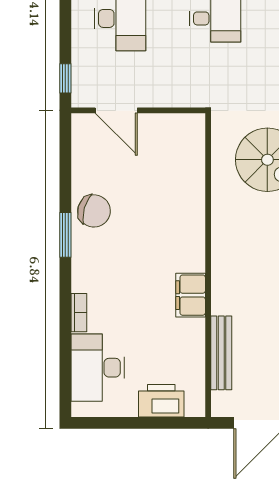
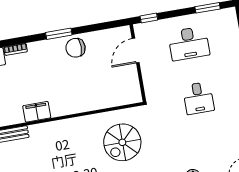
chair: (94, 211) -> (75, 48), turned 74

